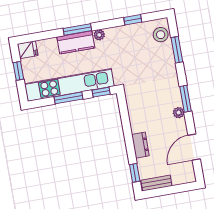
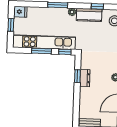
kitchen counter: (76, 42) -> (89, 15), moved
dresser: (140, 145) -> (85, 78), moved
window: (135, 173) -> (77, 76), moved

